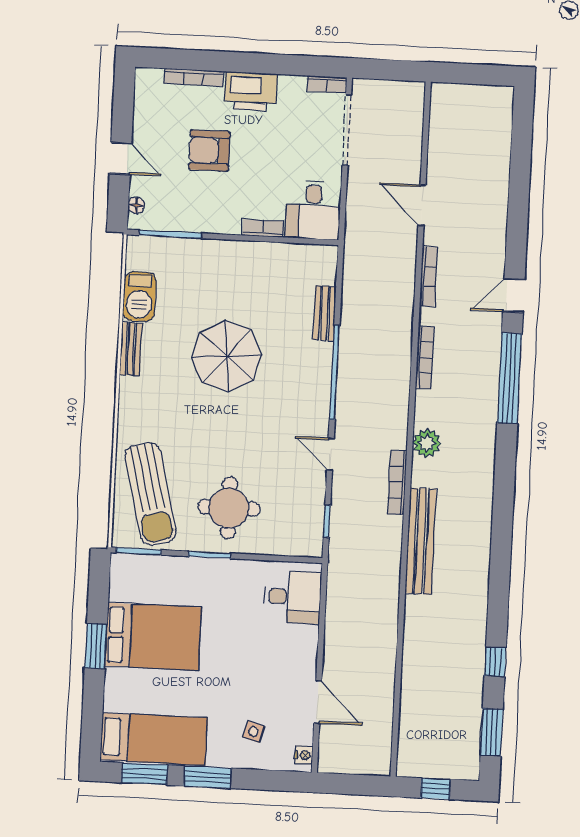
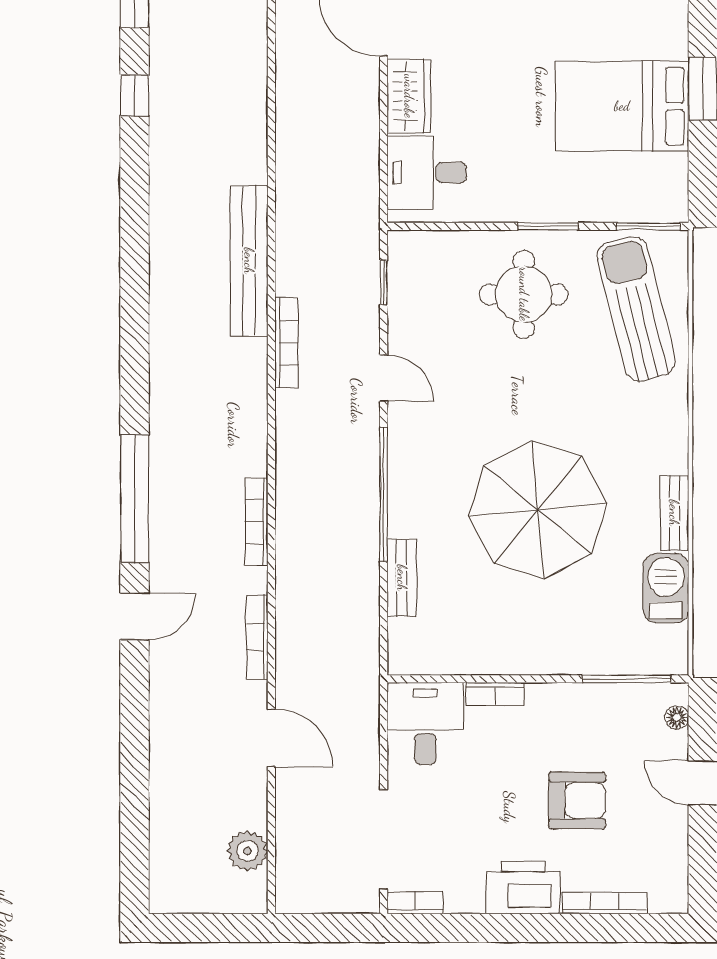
parasol: (227, 356) -> (538, 510), width x1.36, depth x1.36
plant: (427, 443) -> (247, 851), moved
wardrobe: (303, 651) -> (409, 96), added

